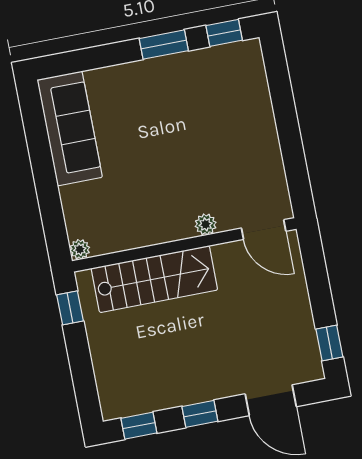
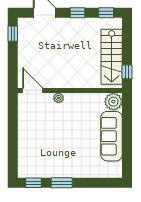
sofa: (70, 129) -> (111, 136), moved
plant: (80, 249) -> (113, 102), width x1.88, depth x1.88
stairs: (154, 279) -> (112, 57), moved, turned -90

